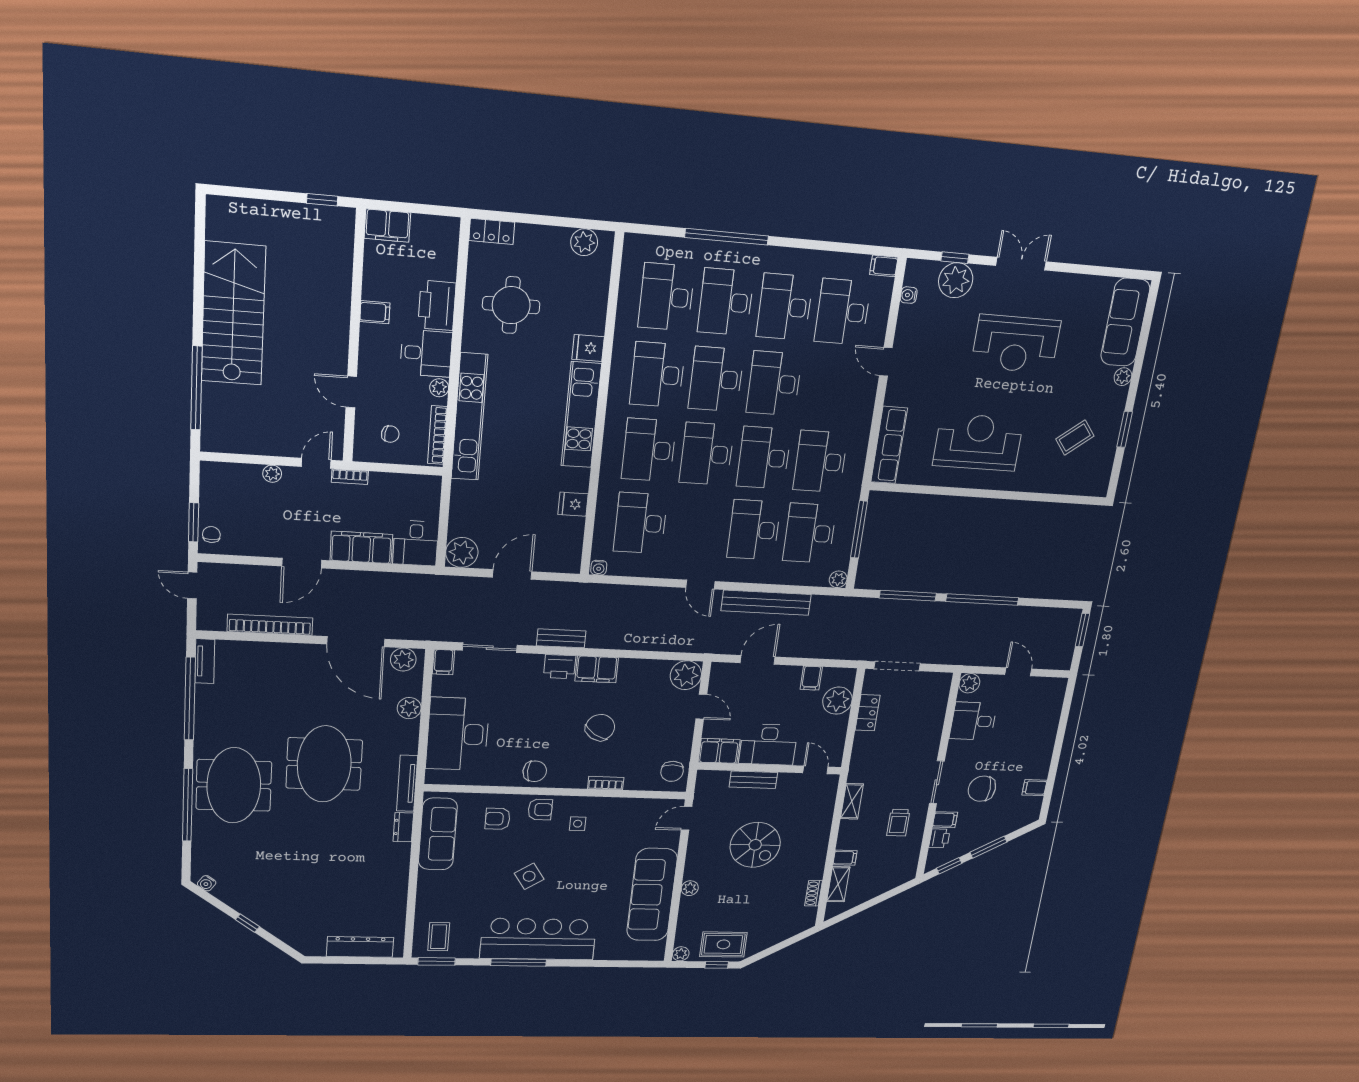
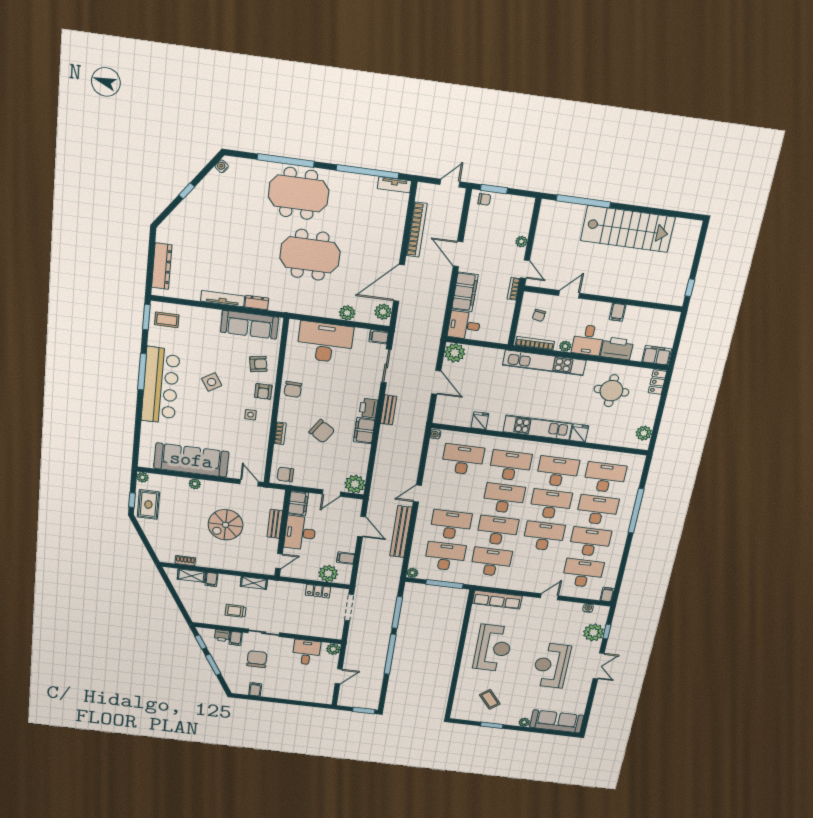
filing cabinet: (387, 226) -> (657, 355), moved, turned 90
tv unit: (407, 783) -> (223, 299), moved
armchair: (498, 819) -> (258, 364), turned 80

